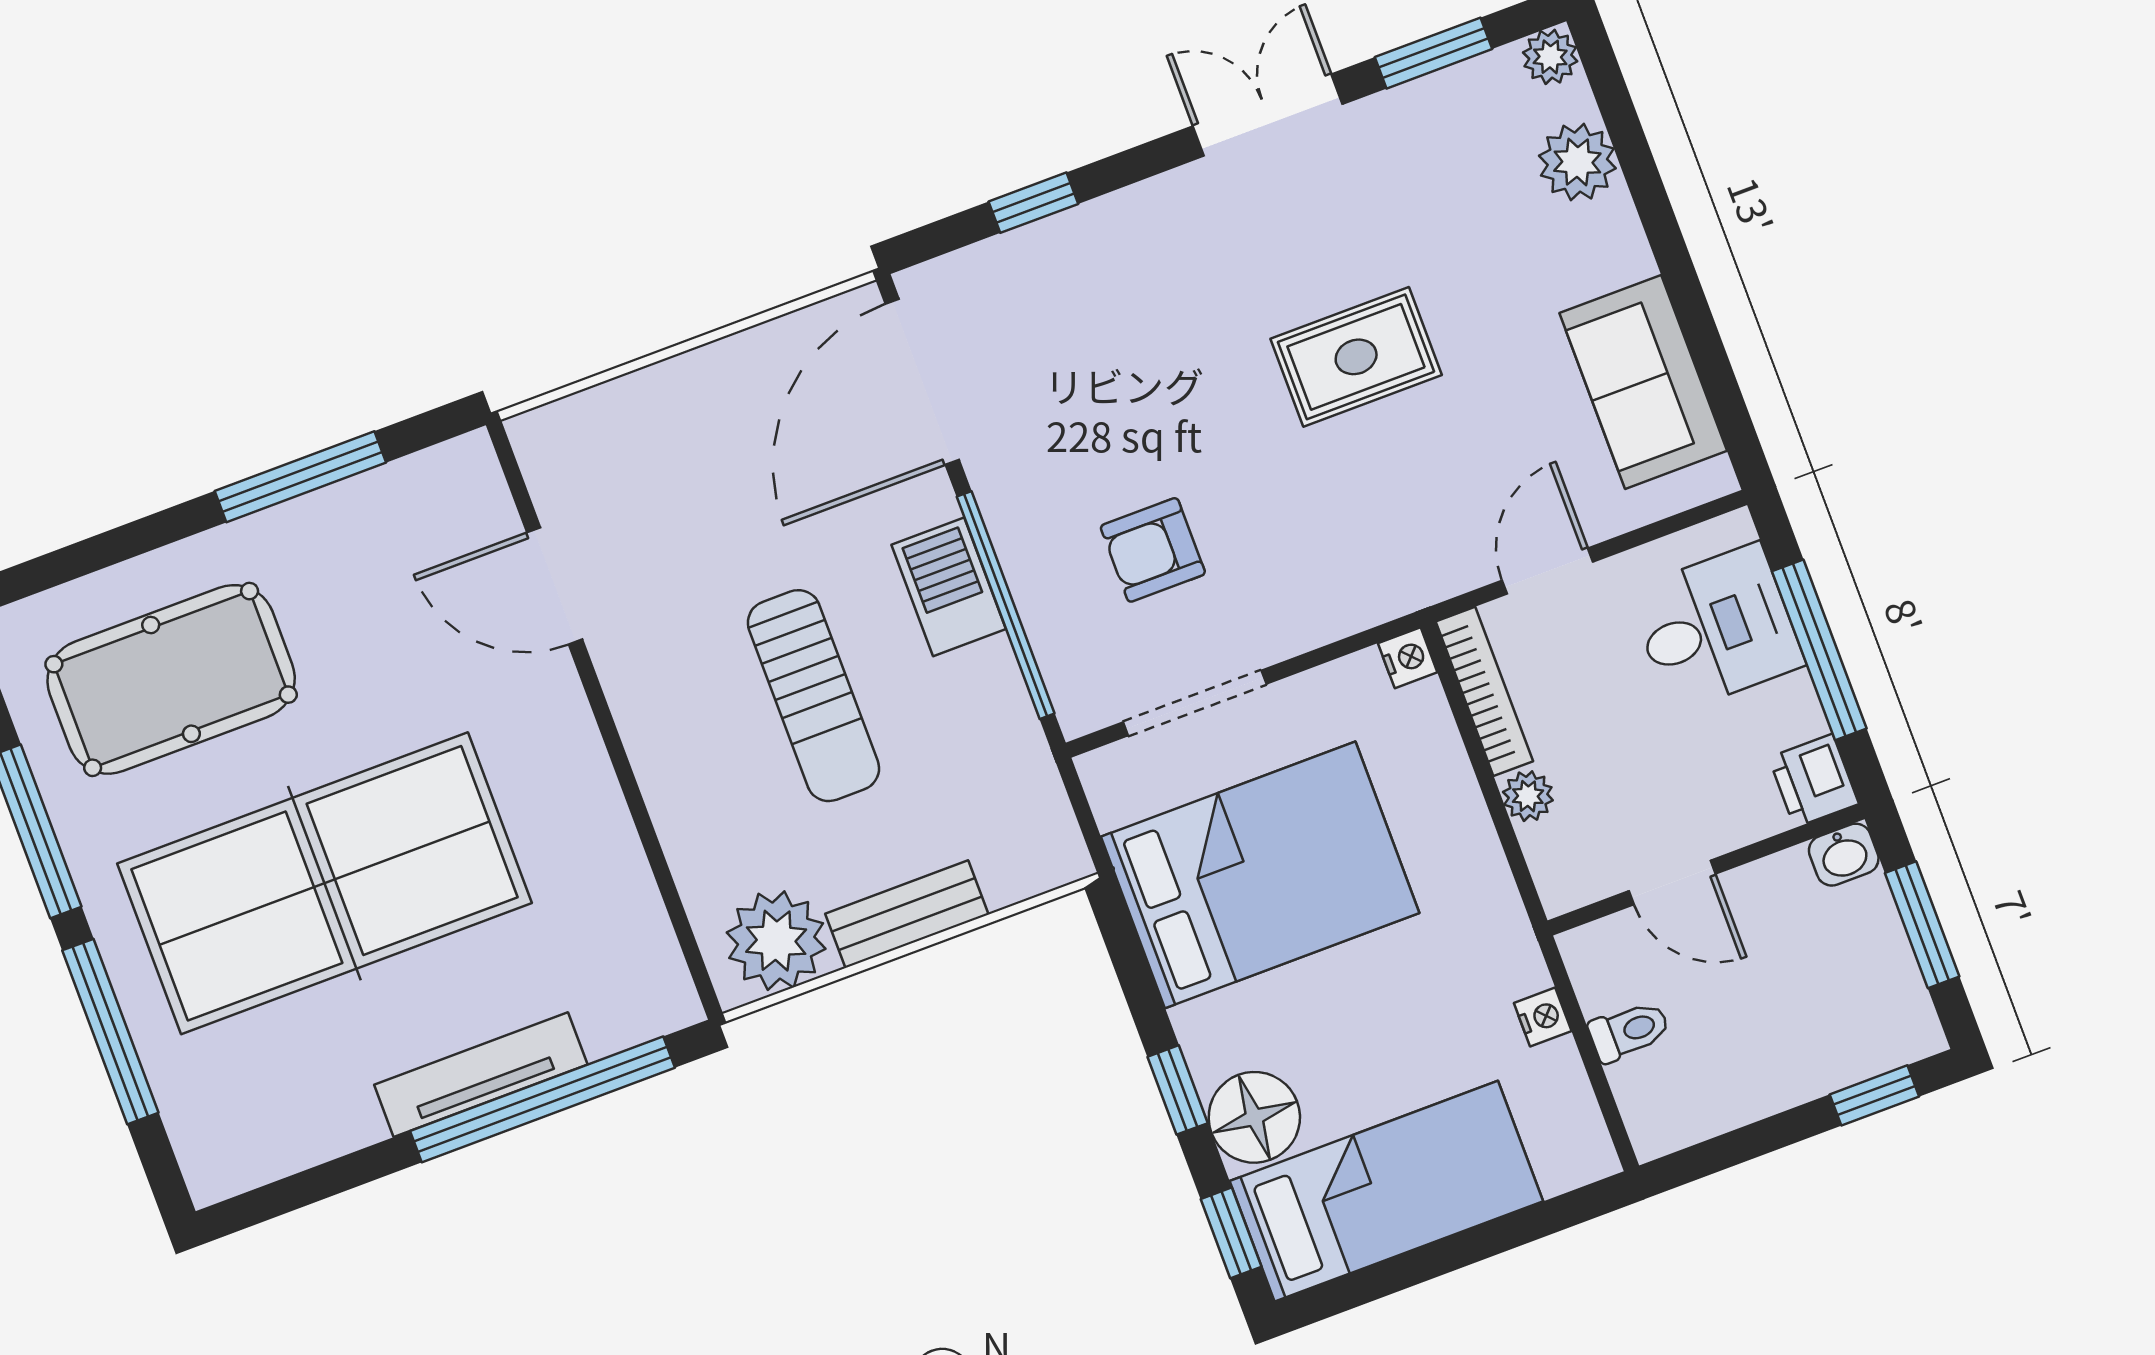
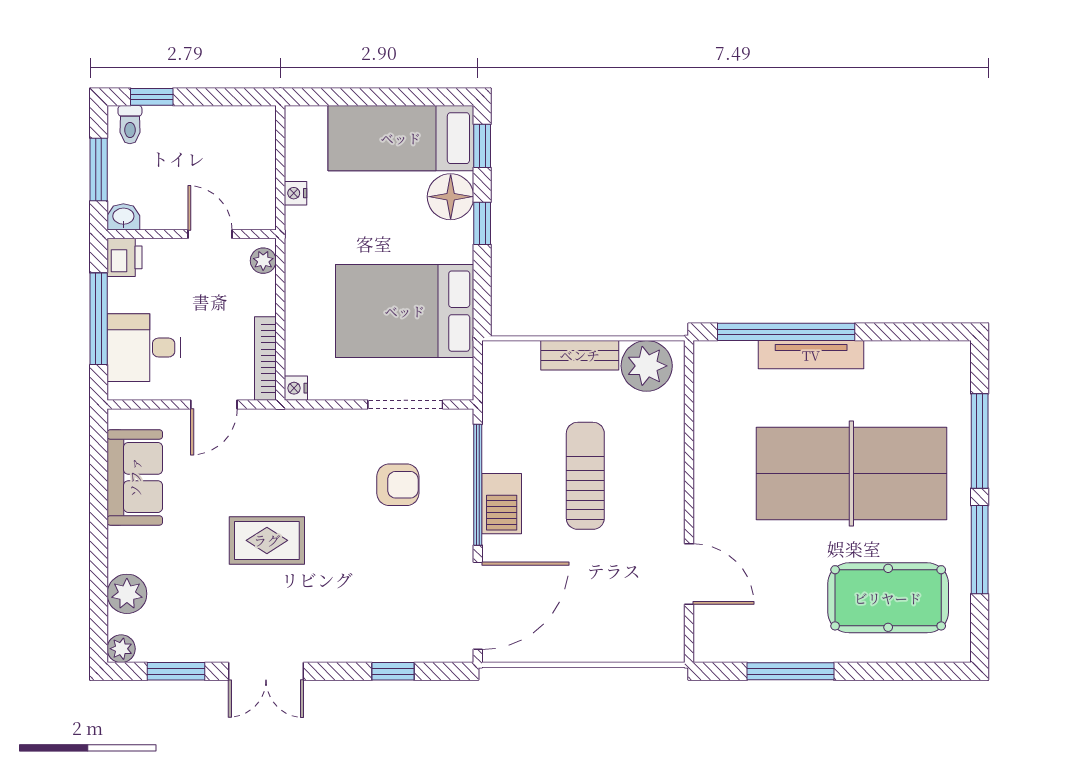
plant: (1528, 796) -> (263, 261), moved
toilet: (1629, 1031) -> (130, 125), moved, turned -90

